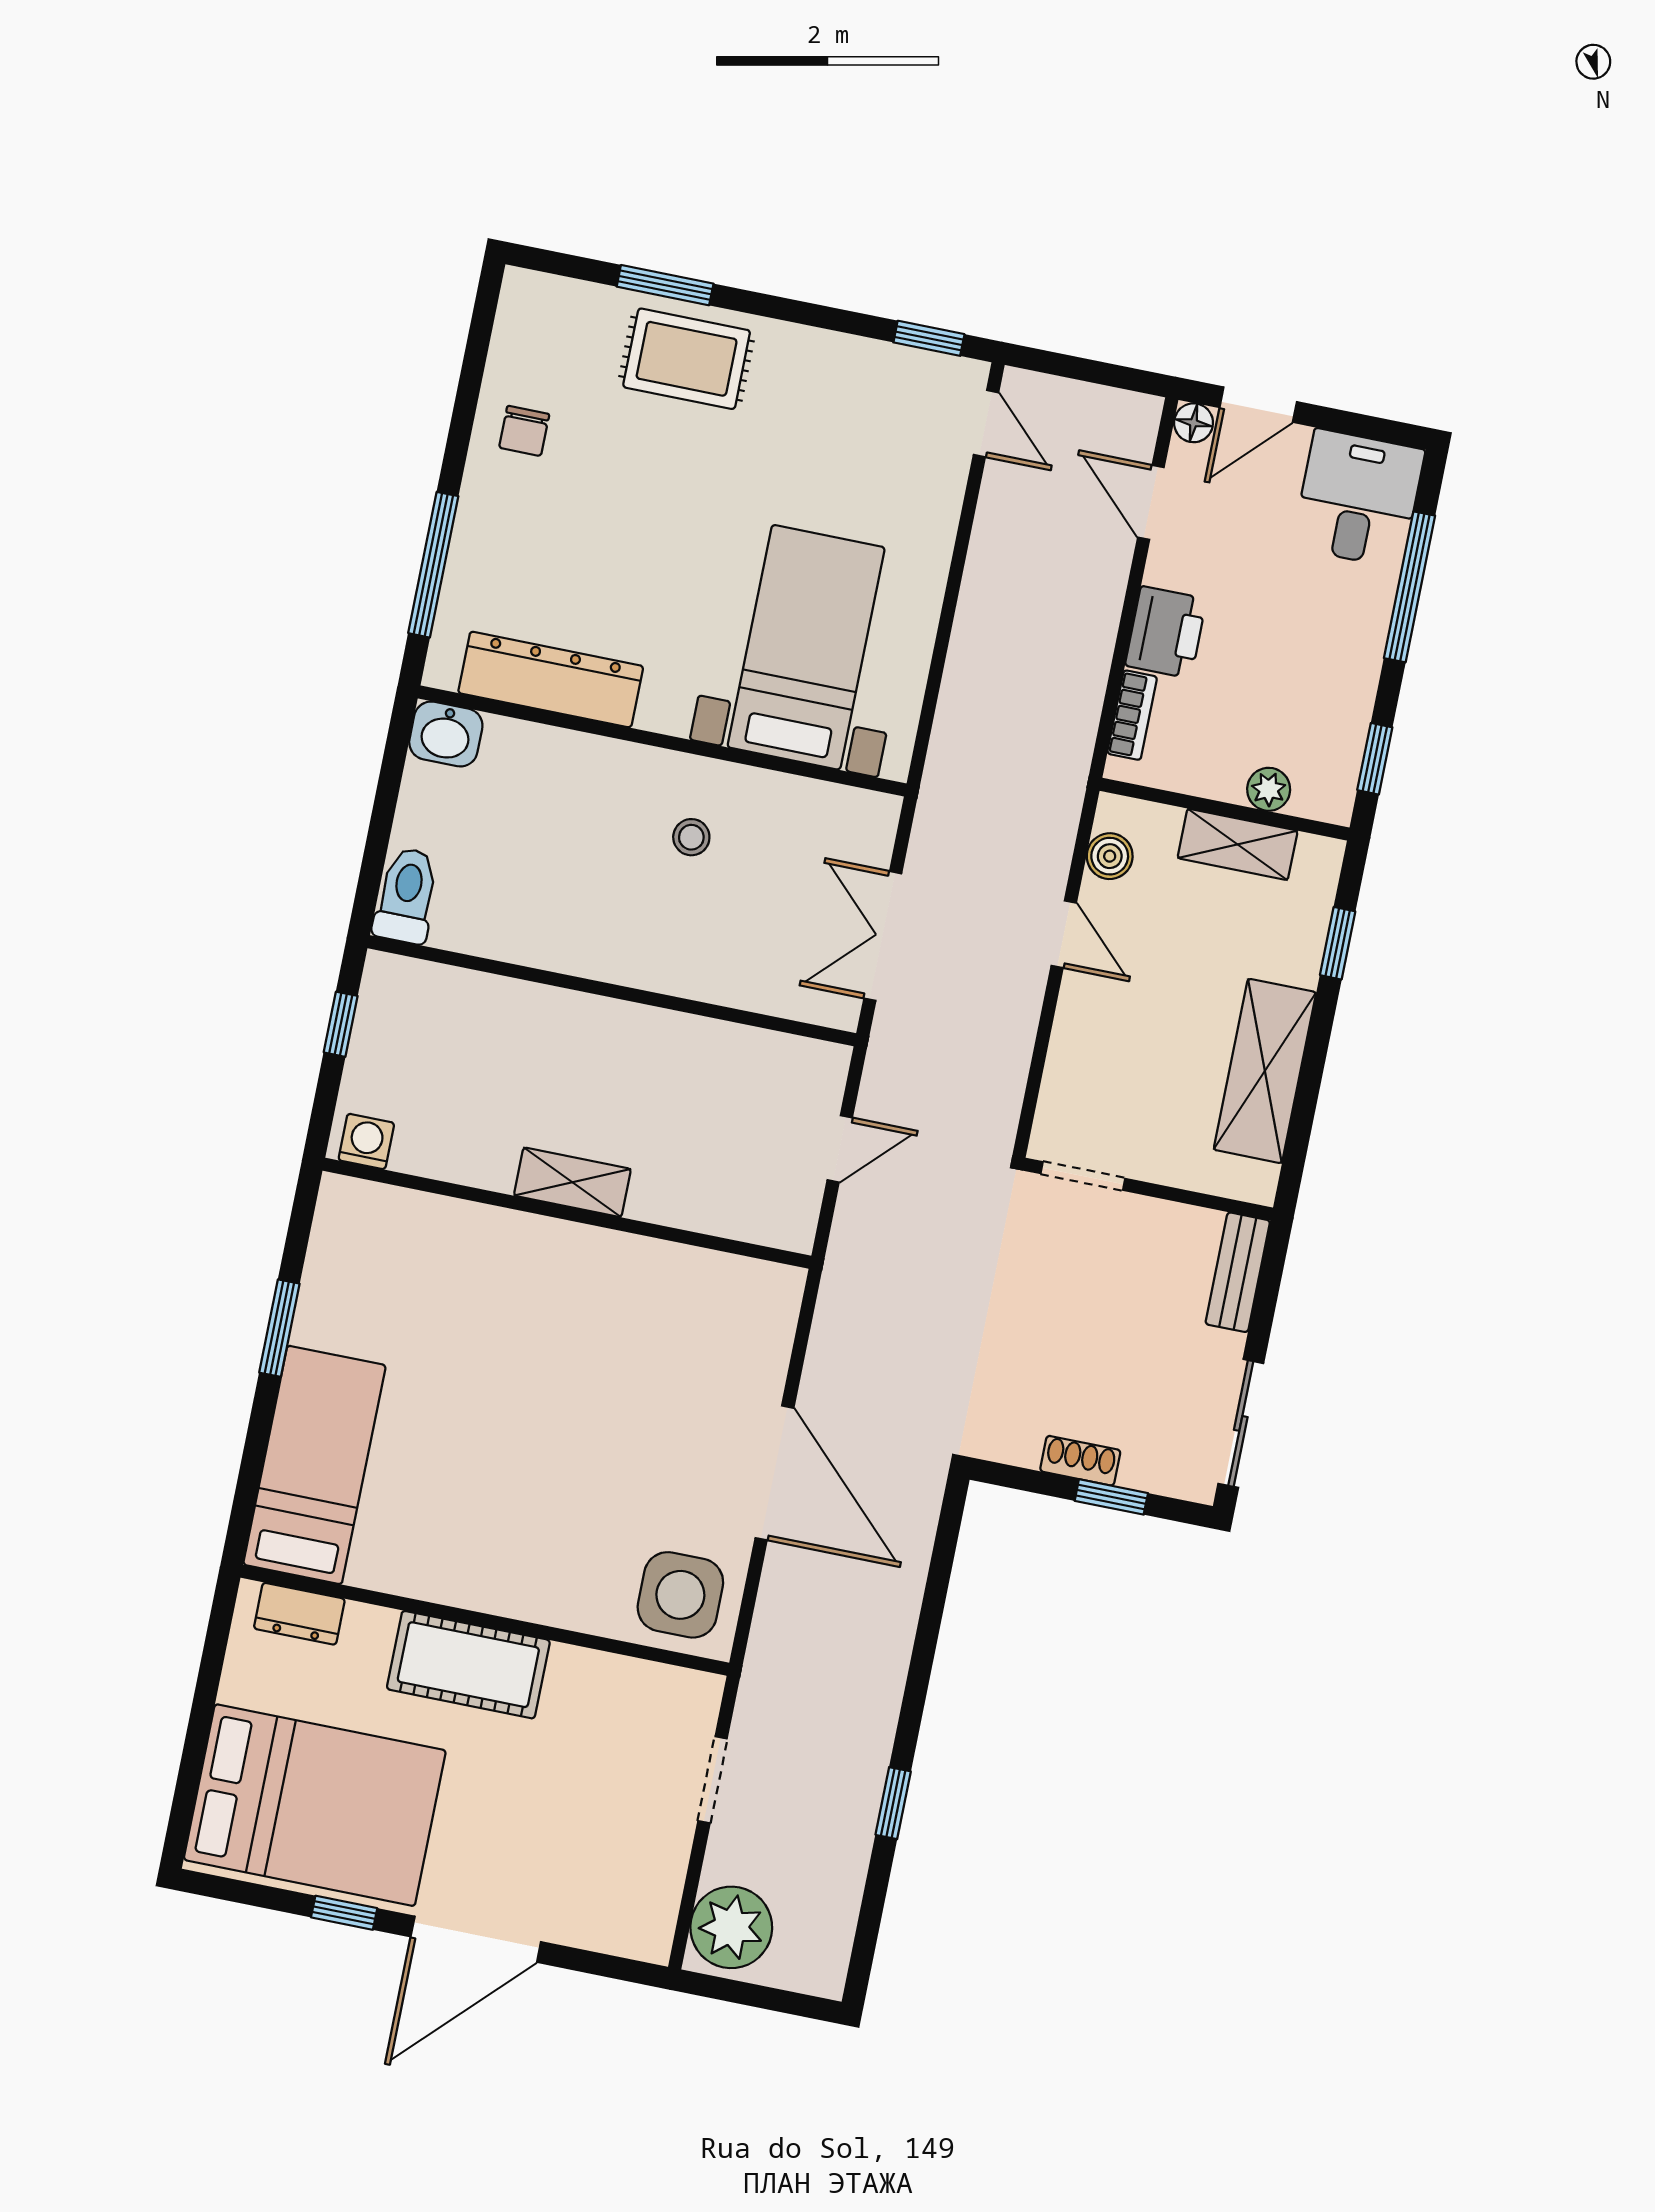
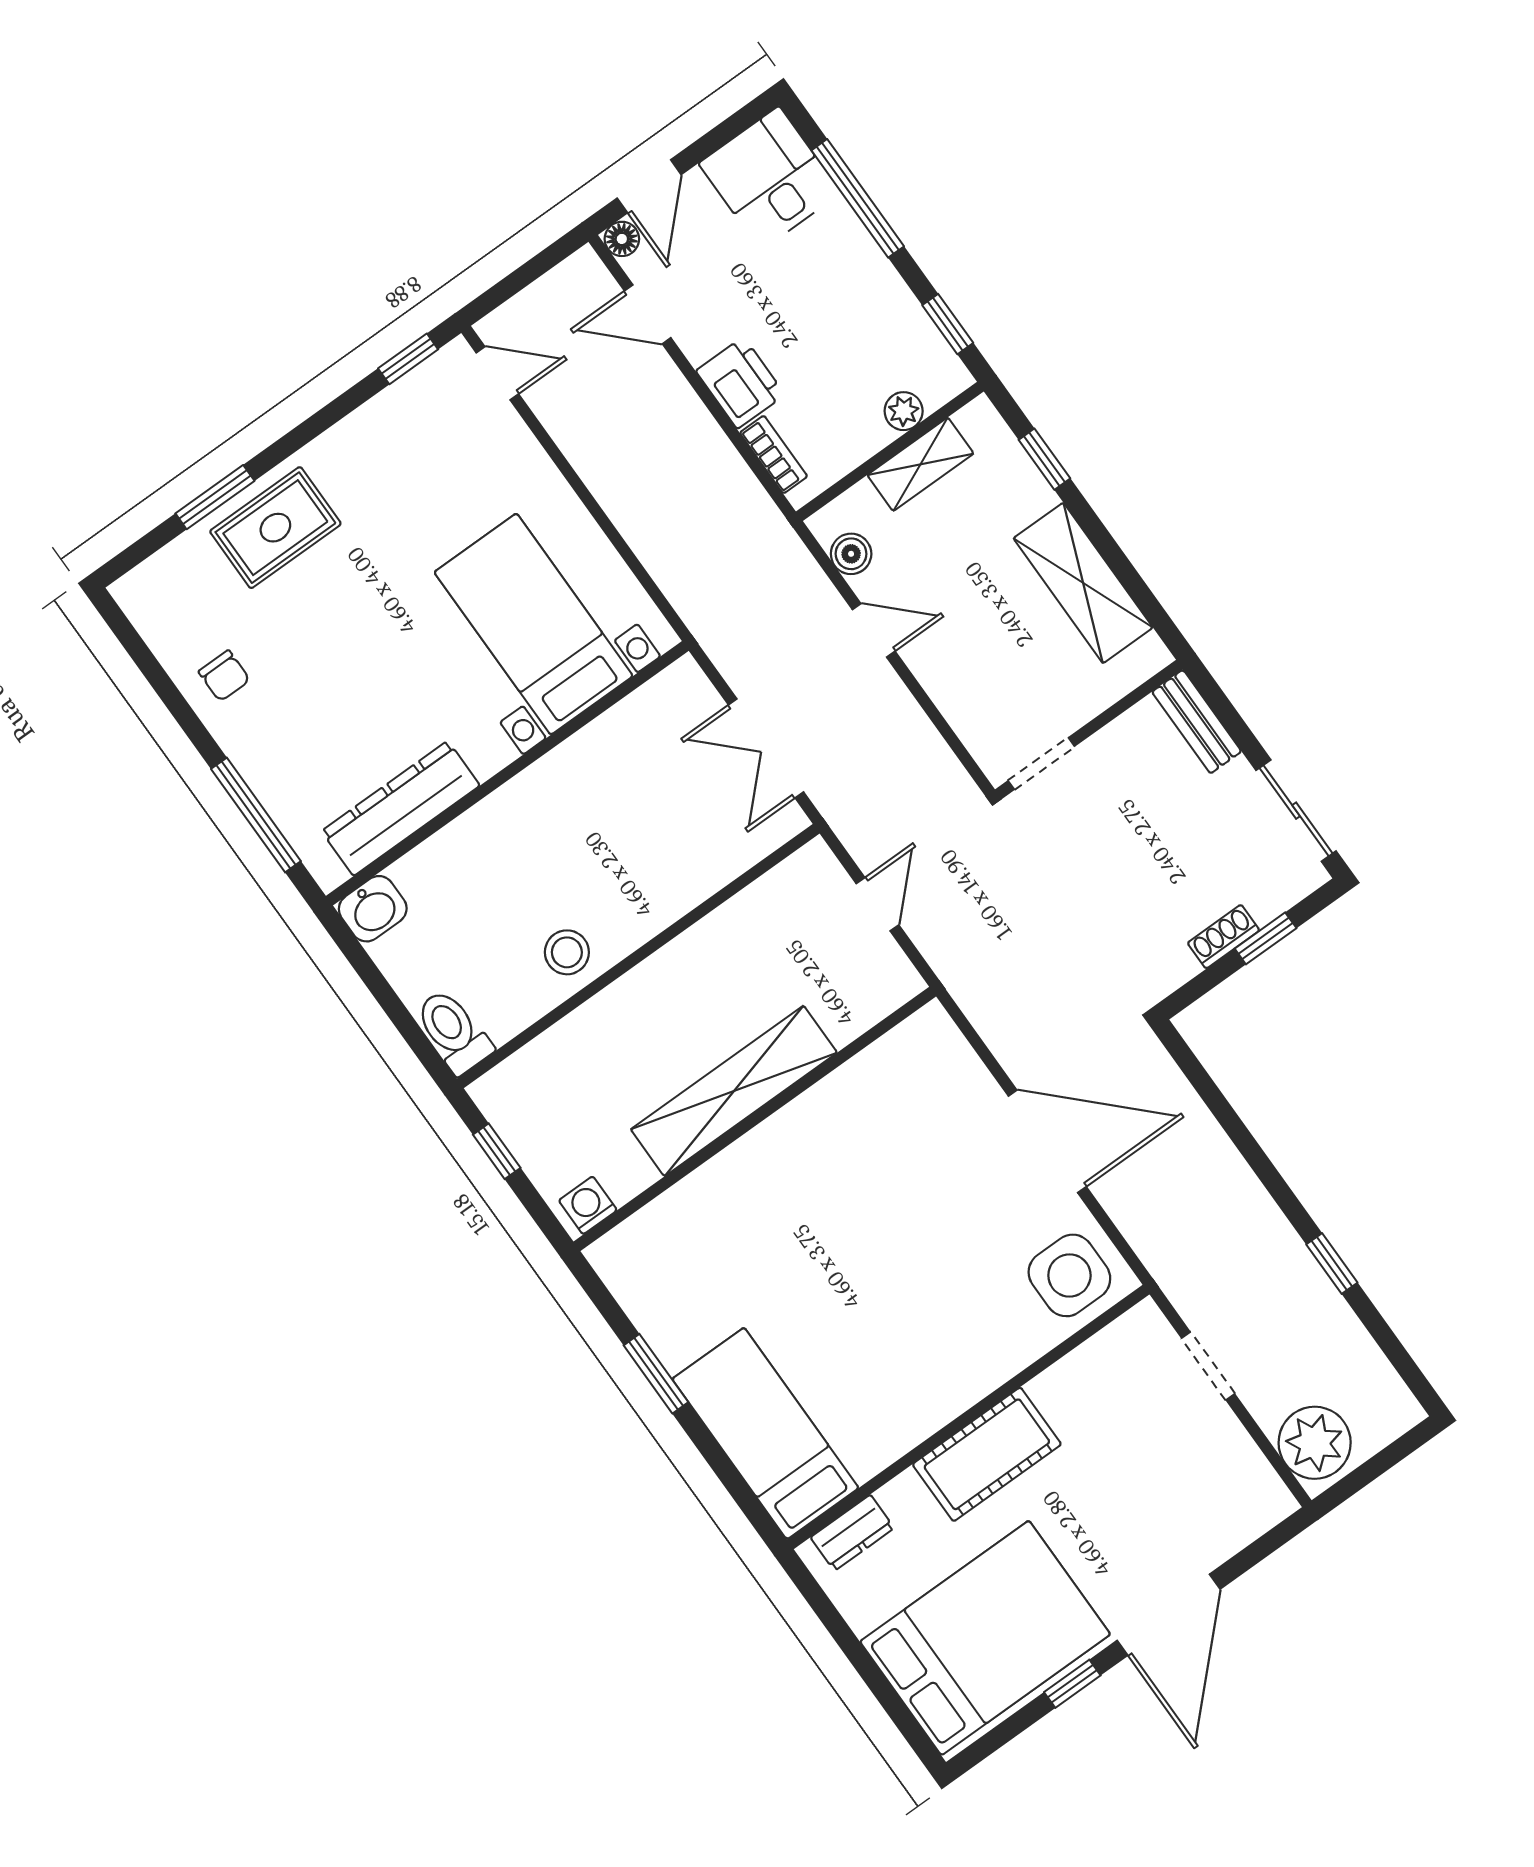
stool: (691, 837) -> (567, 952), moved, width x1.37, depth x1.37
shelving: (572, 1182) -> (734, 1091), width x2.20, depth x1.33

